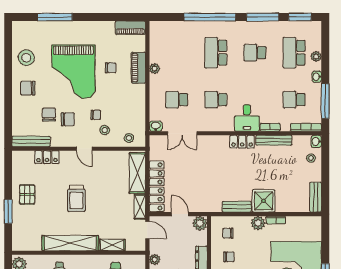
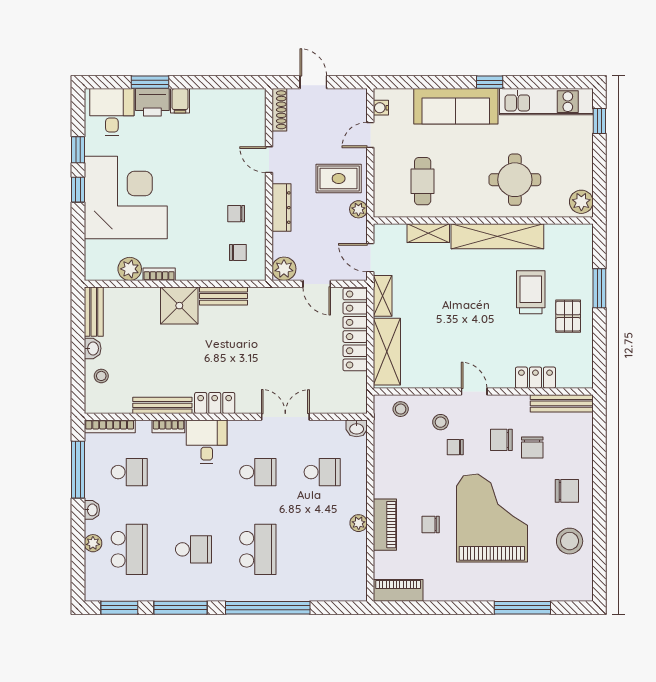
double door: (182, 133) -> (285, 417), moved
washbasin: (316, 141) -> (93, 348), moved
trolley: (76, 199) -> (531, 292), moved
plant: (258, 223) -> (130, 269), moved

